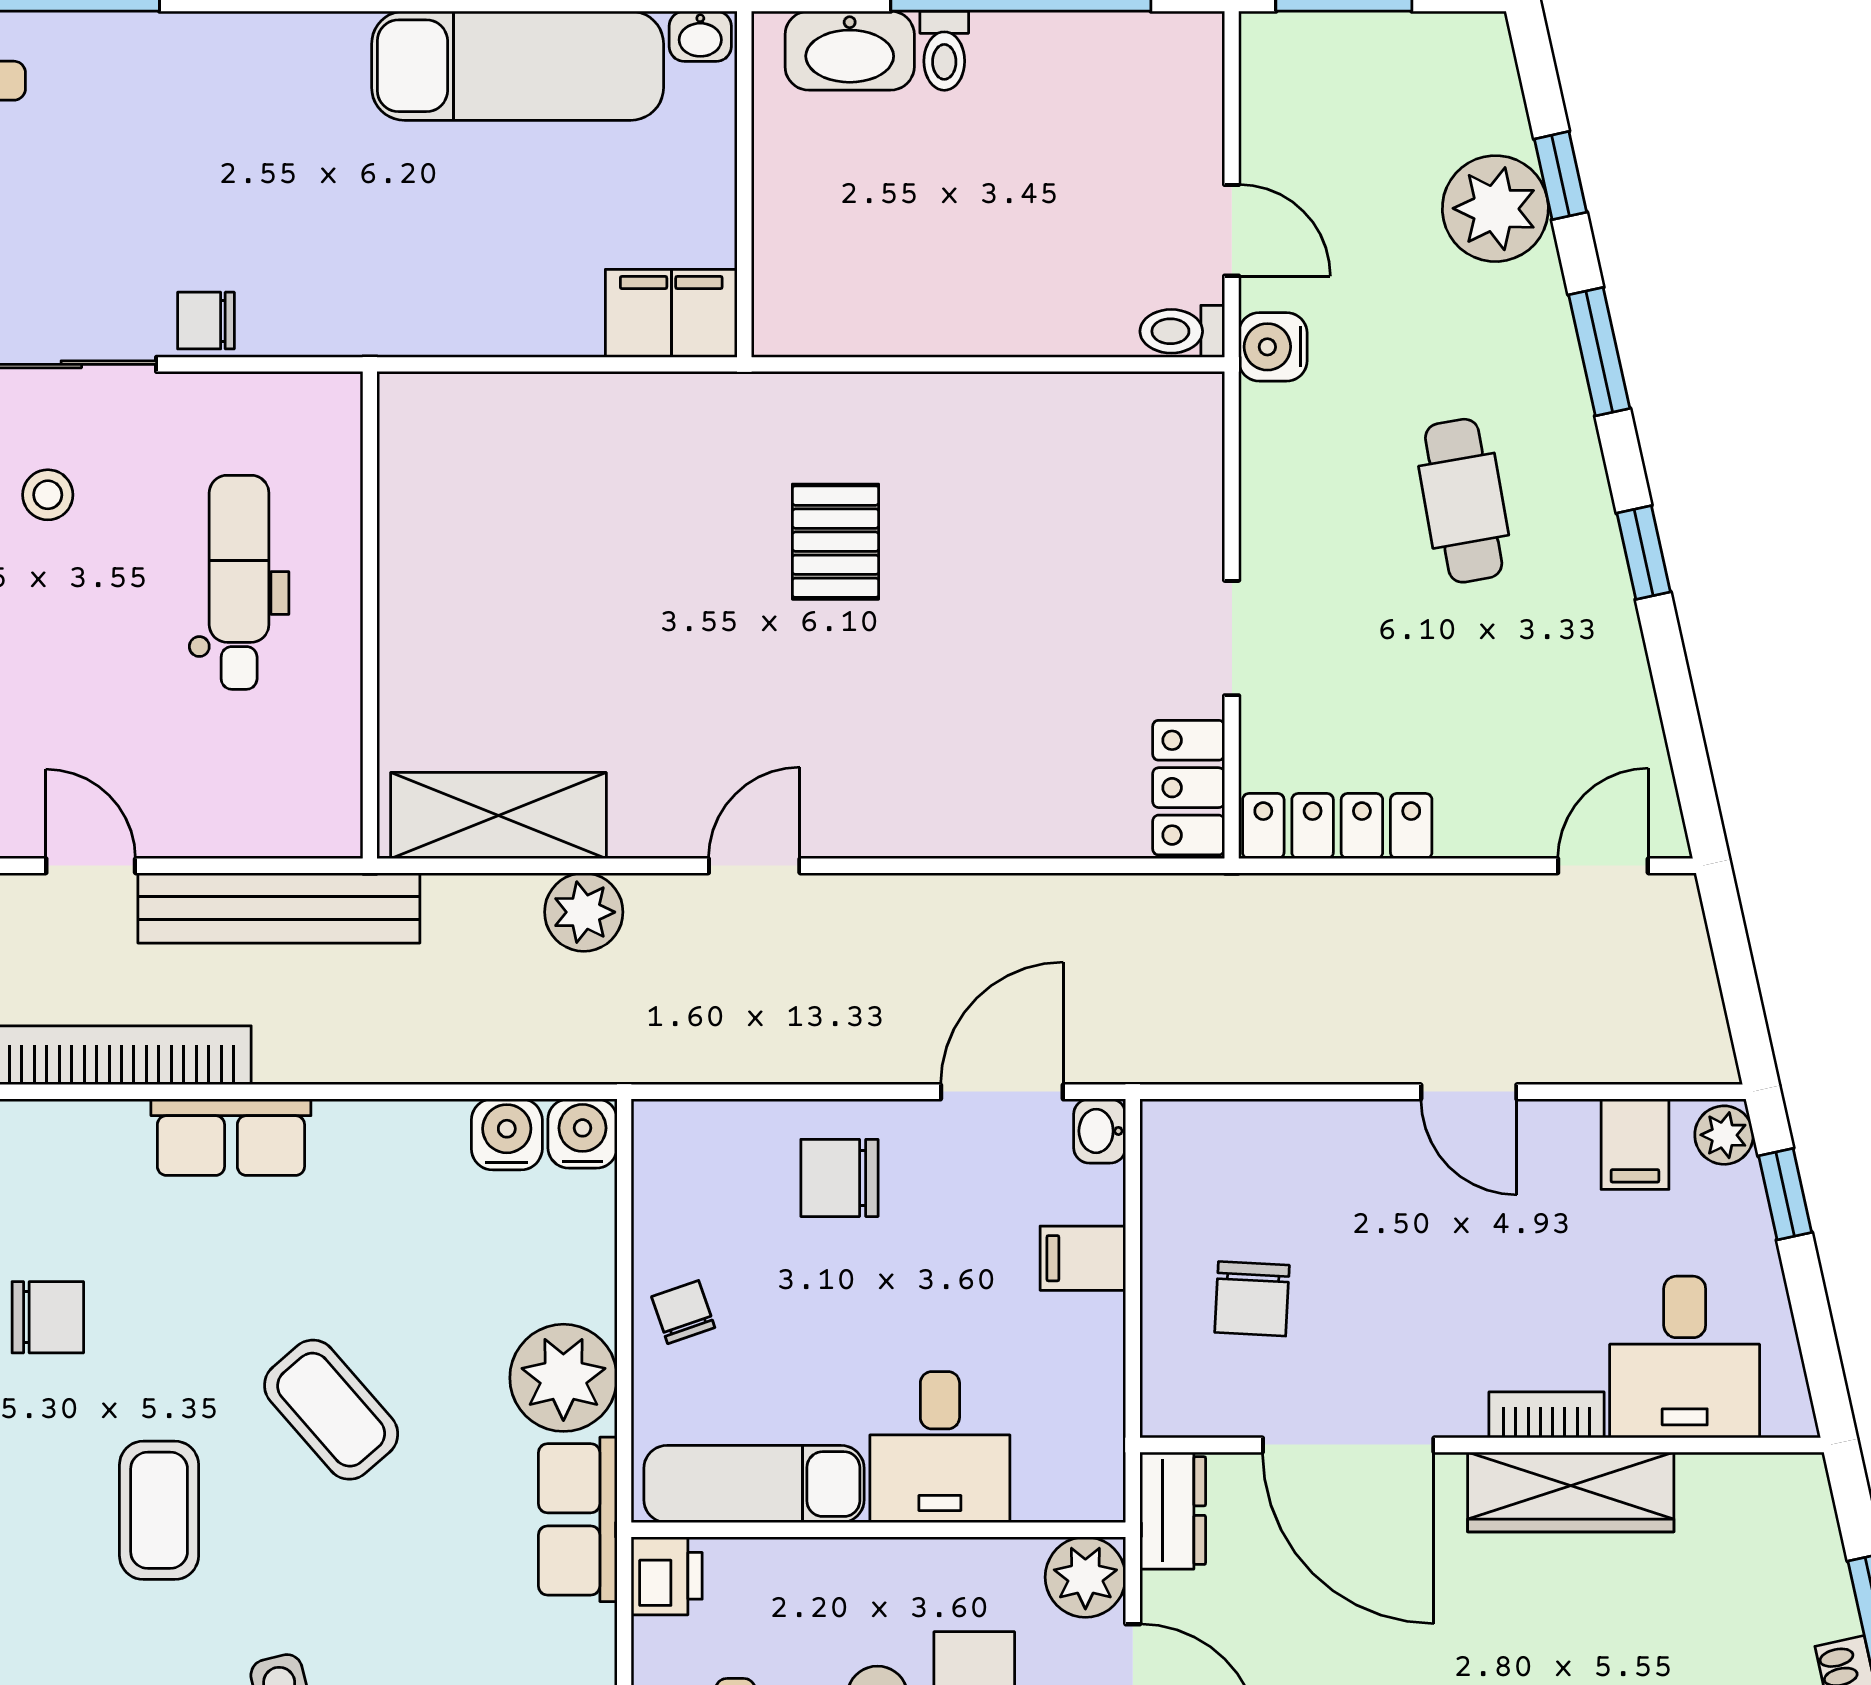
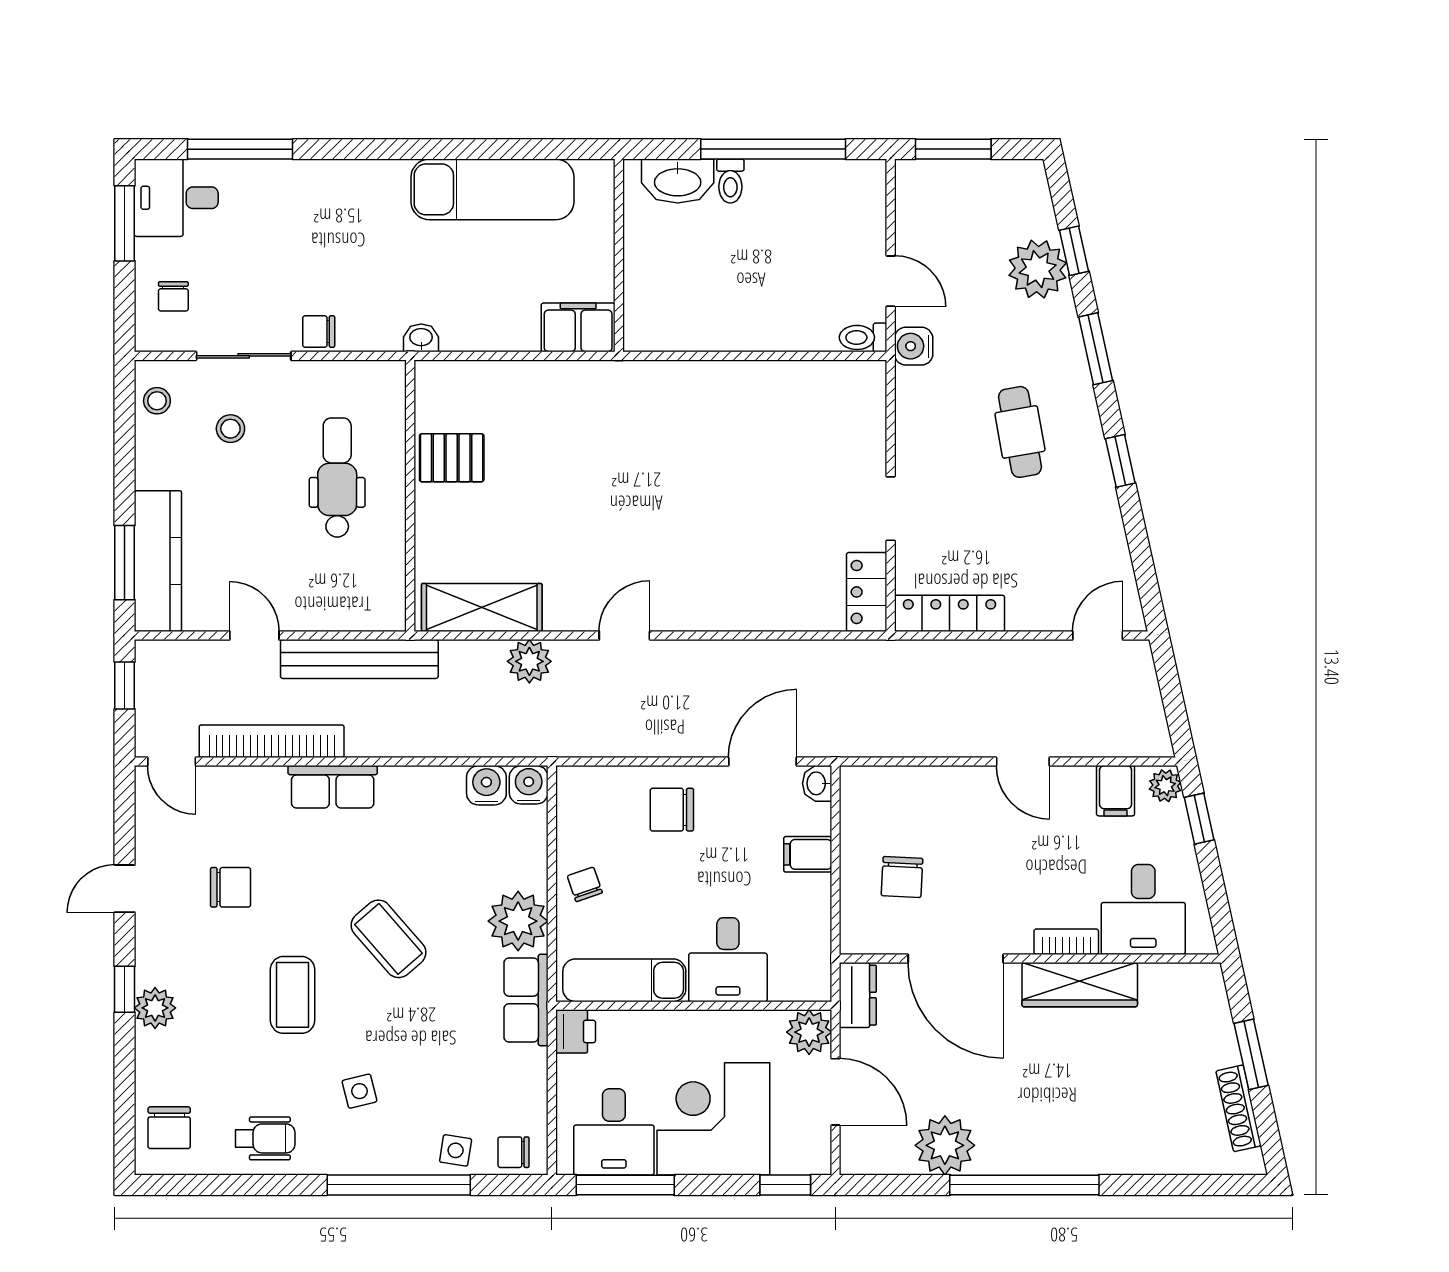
washbasin: (700, 36) -> (421, 338), moved, turned 180
pallet: (836, 542) -> (452, 458), moved, turned 90

